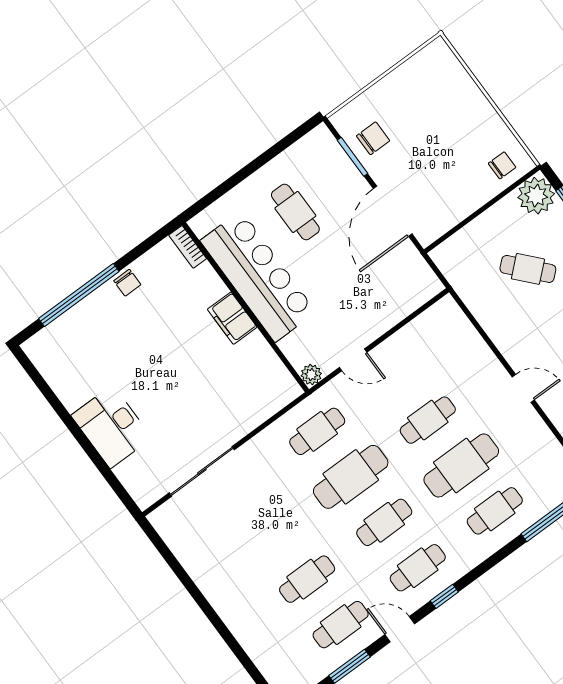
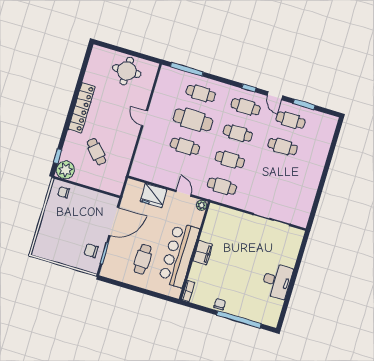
fridge: (386, 308) -> (154, 196), added
desk: (112, 427) -> (277, 281), moved
cafe table: (351, 477) -> (230, 160), width x0.73, depth x0.74

